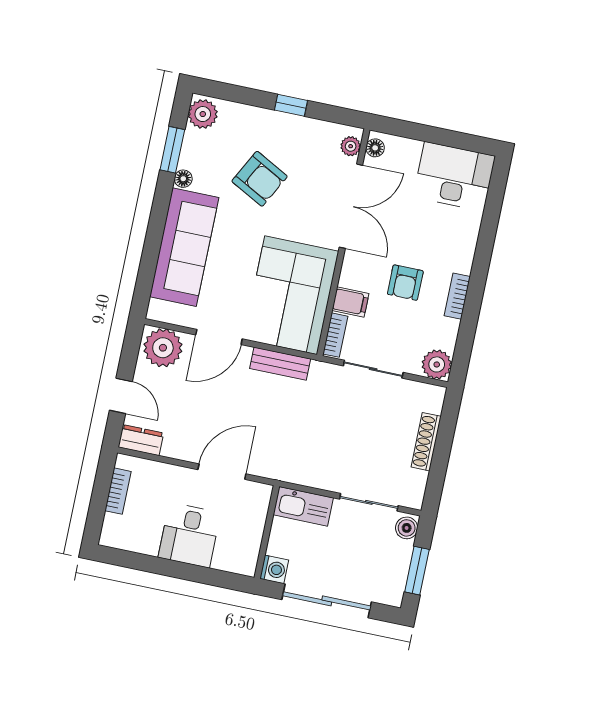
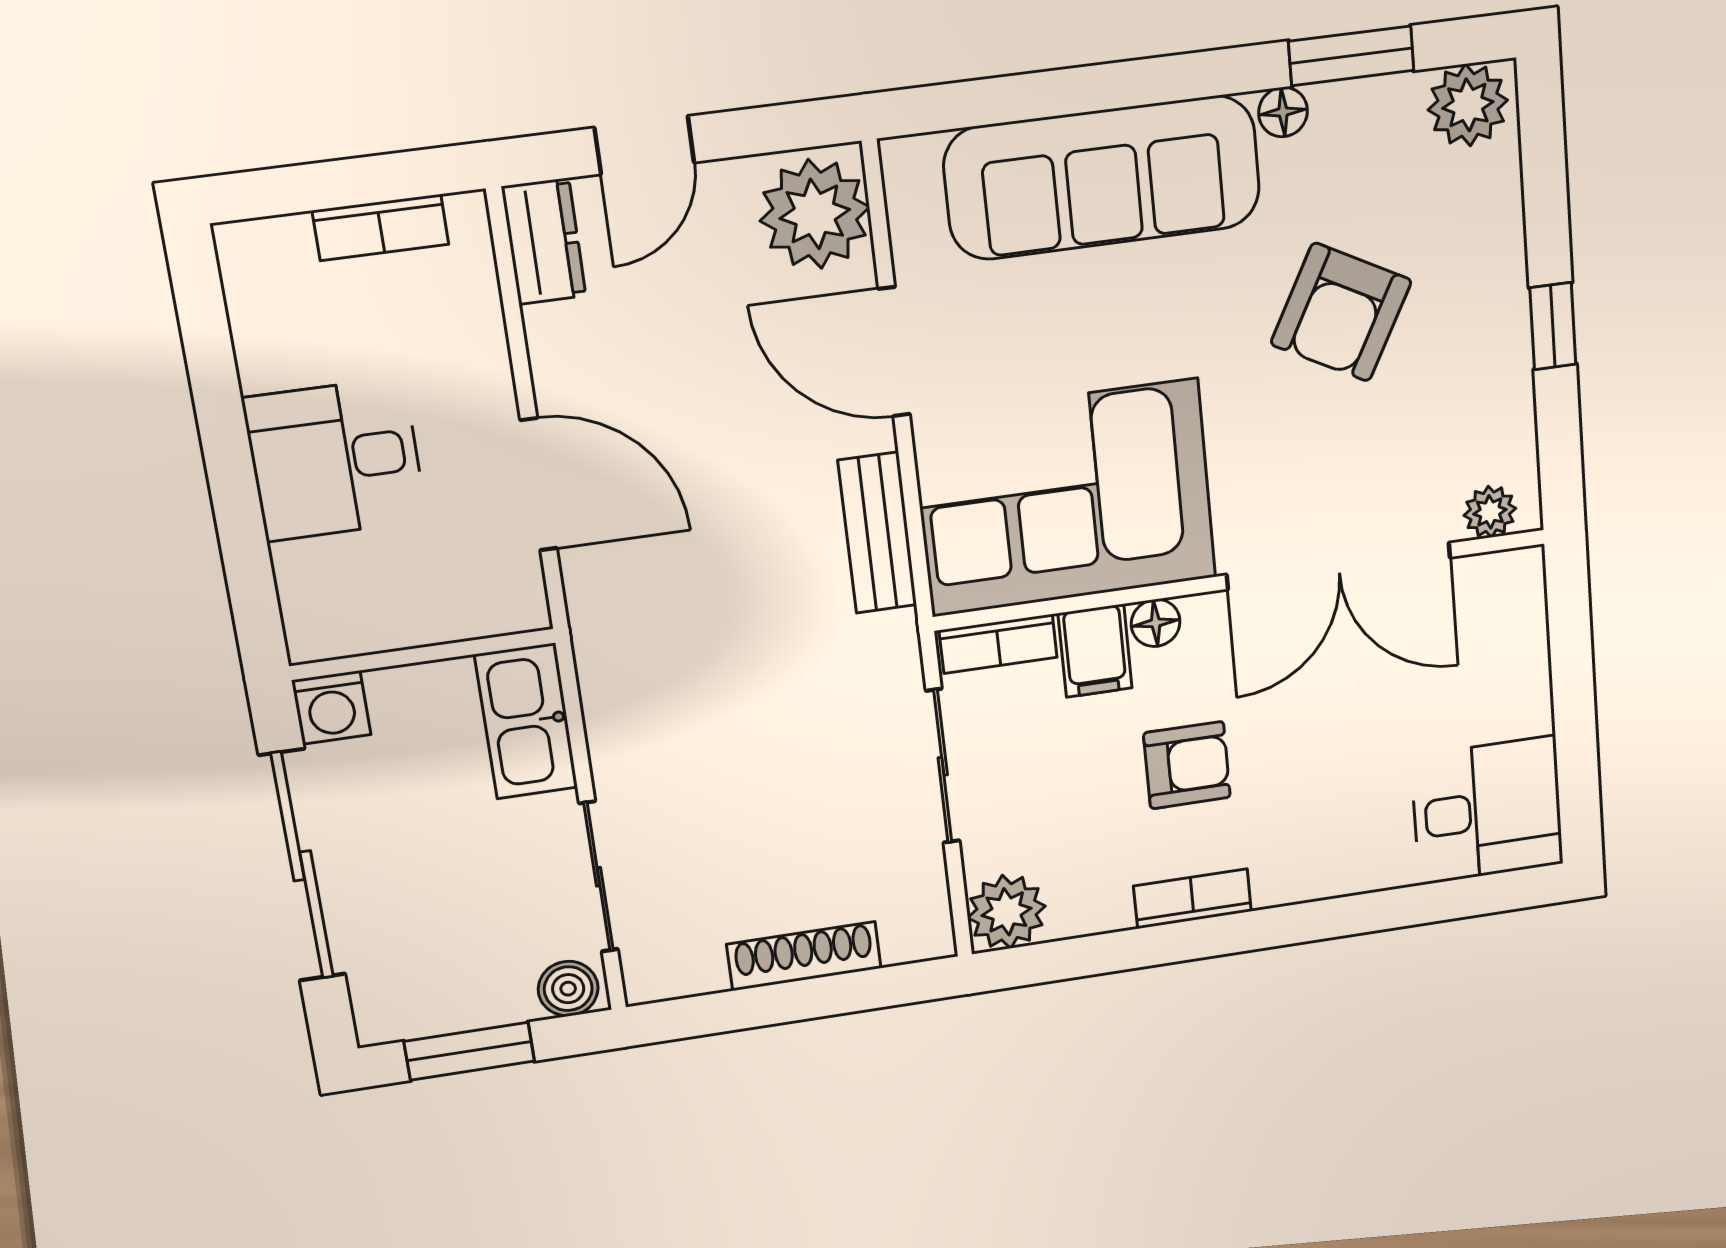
floor lamp: (375, 148) -> (1156, 623), moved
desk: (454, 176) -> (1487, 810), width x0.73
armchair: (405, 283) -> (1187, 765), turned 180

